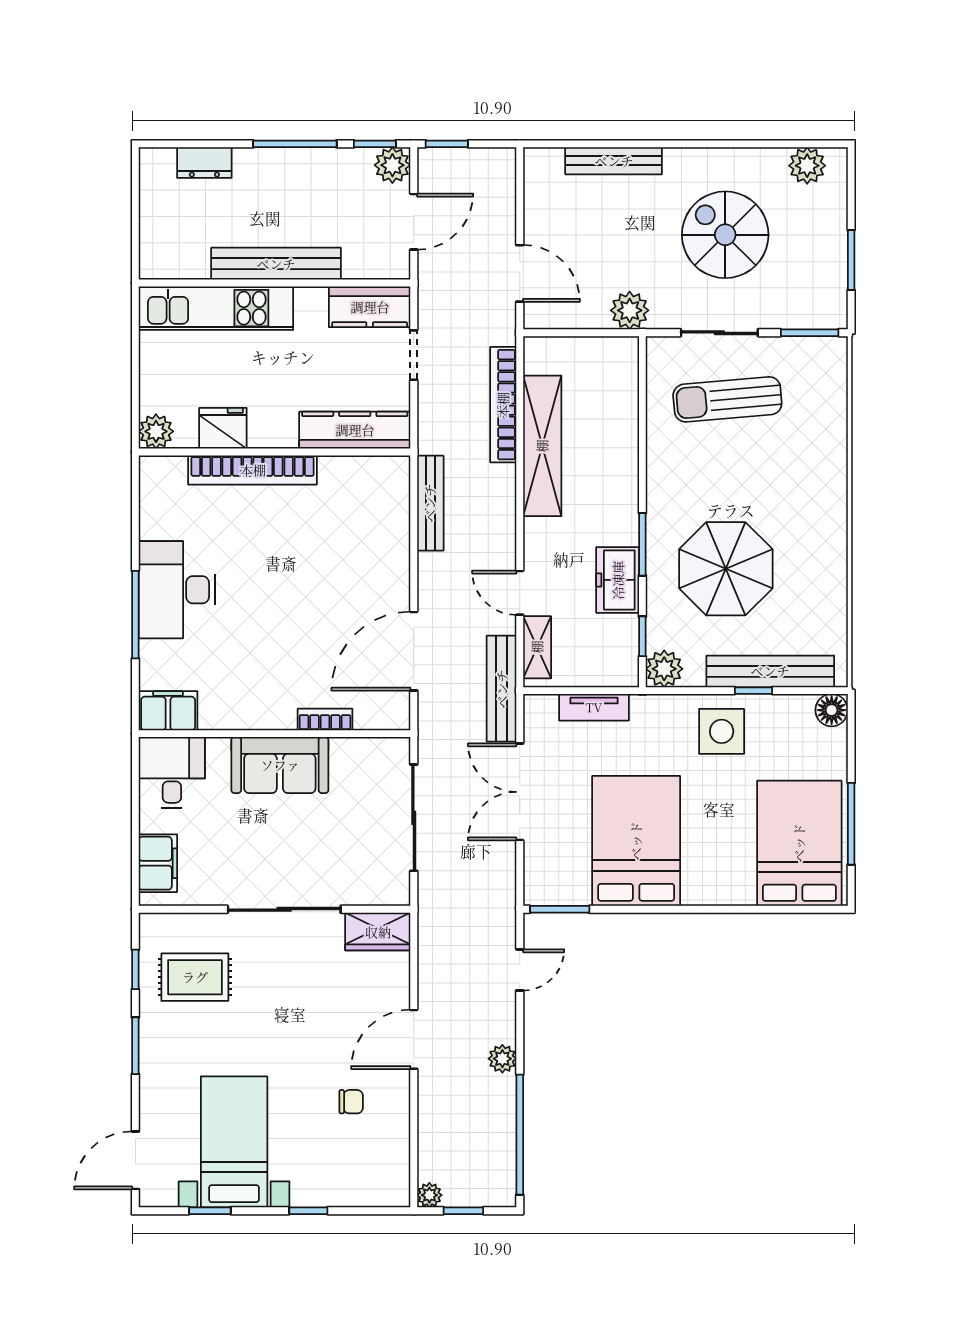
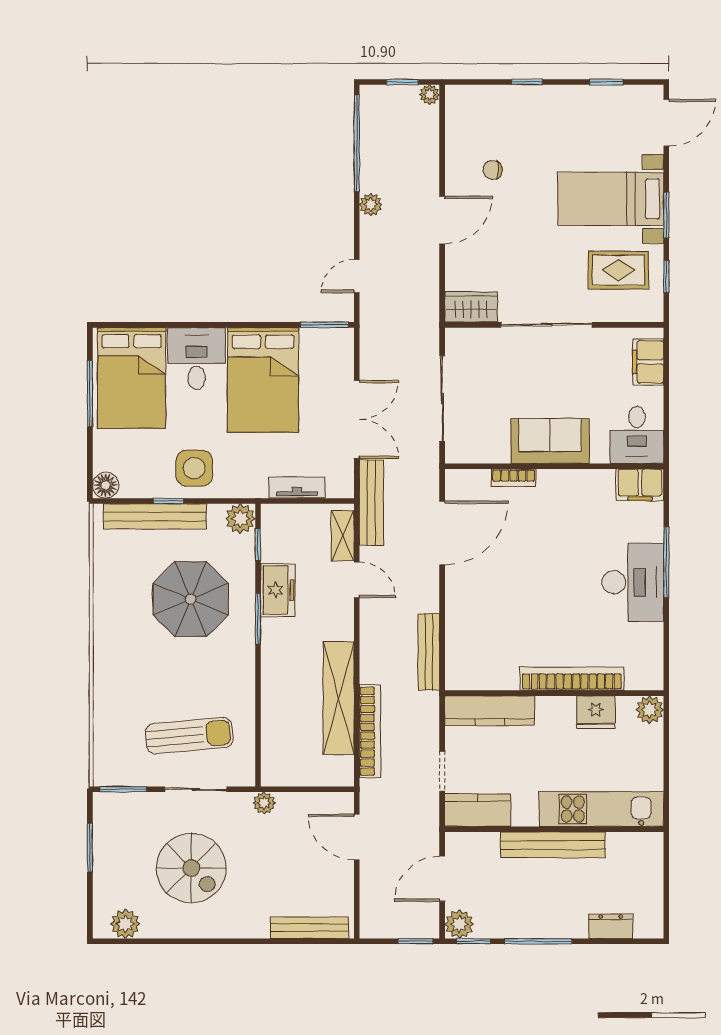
bench: (614, 161) -> (310, 928), moved
plant: (630, 310) -> (264, 803), width x0.73, depth x0.73
desk: (719, 867) -> (197, 359), added
bed with nightstands: (234, 1142) -> (611, 199), moved, turned 90

